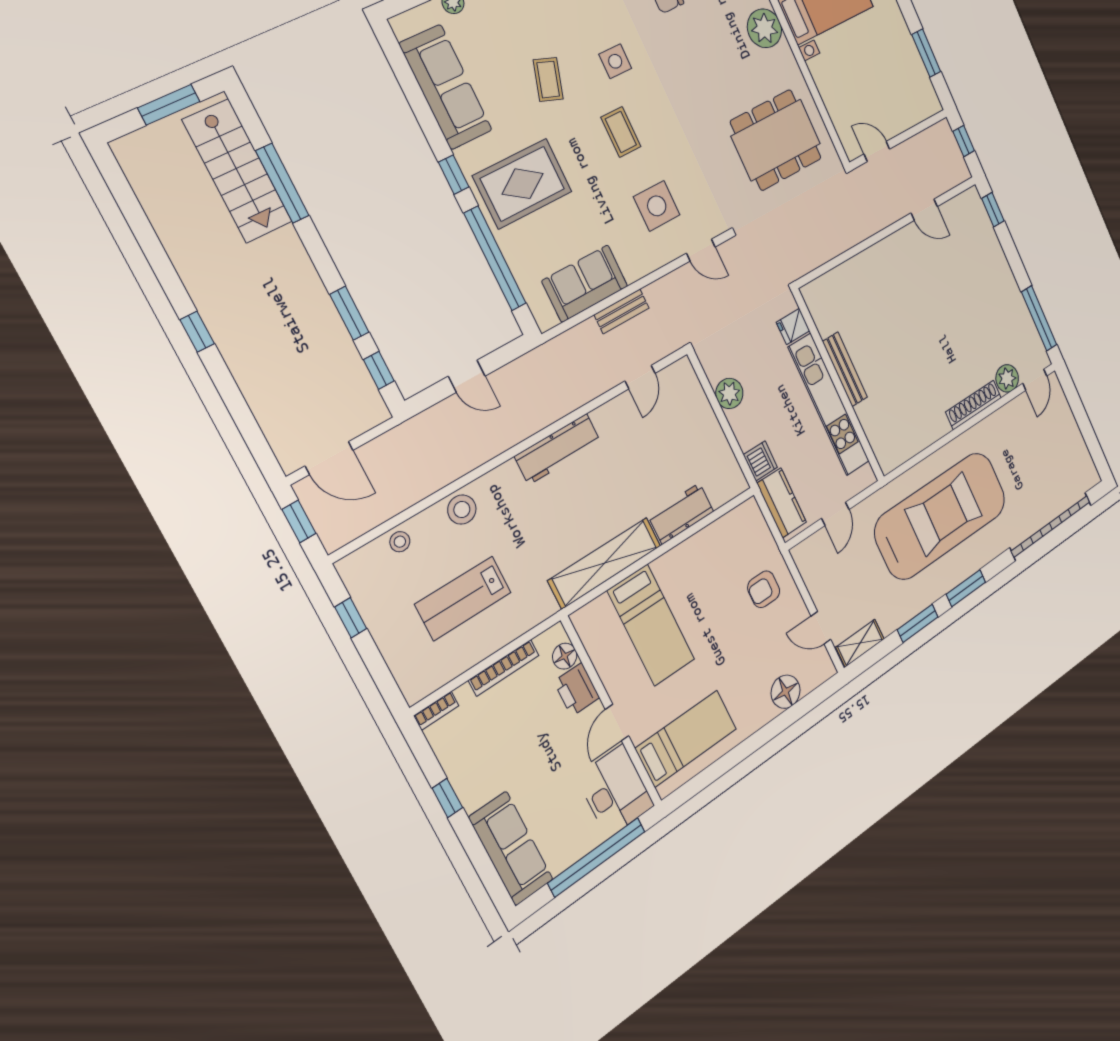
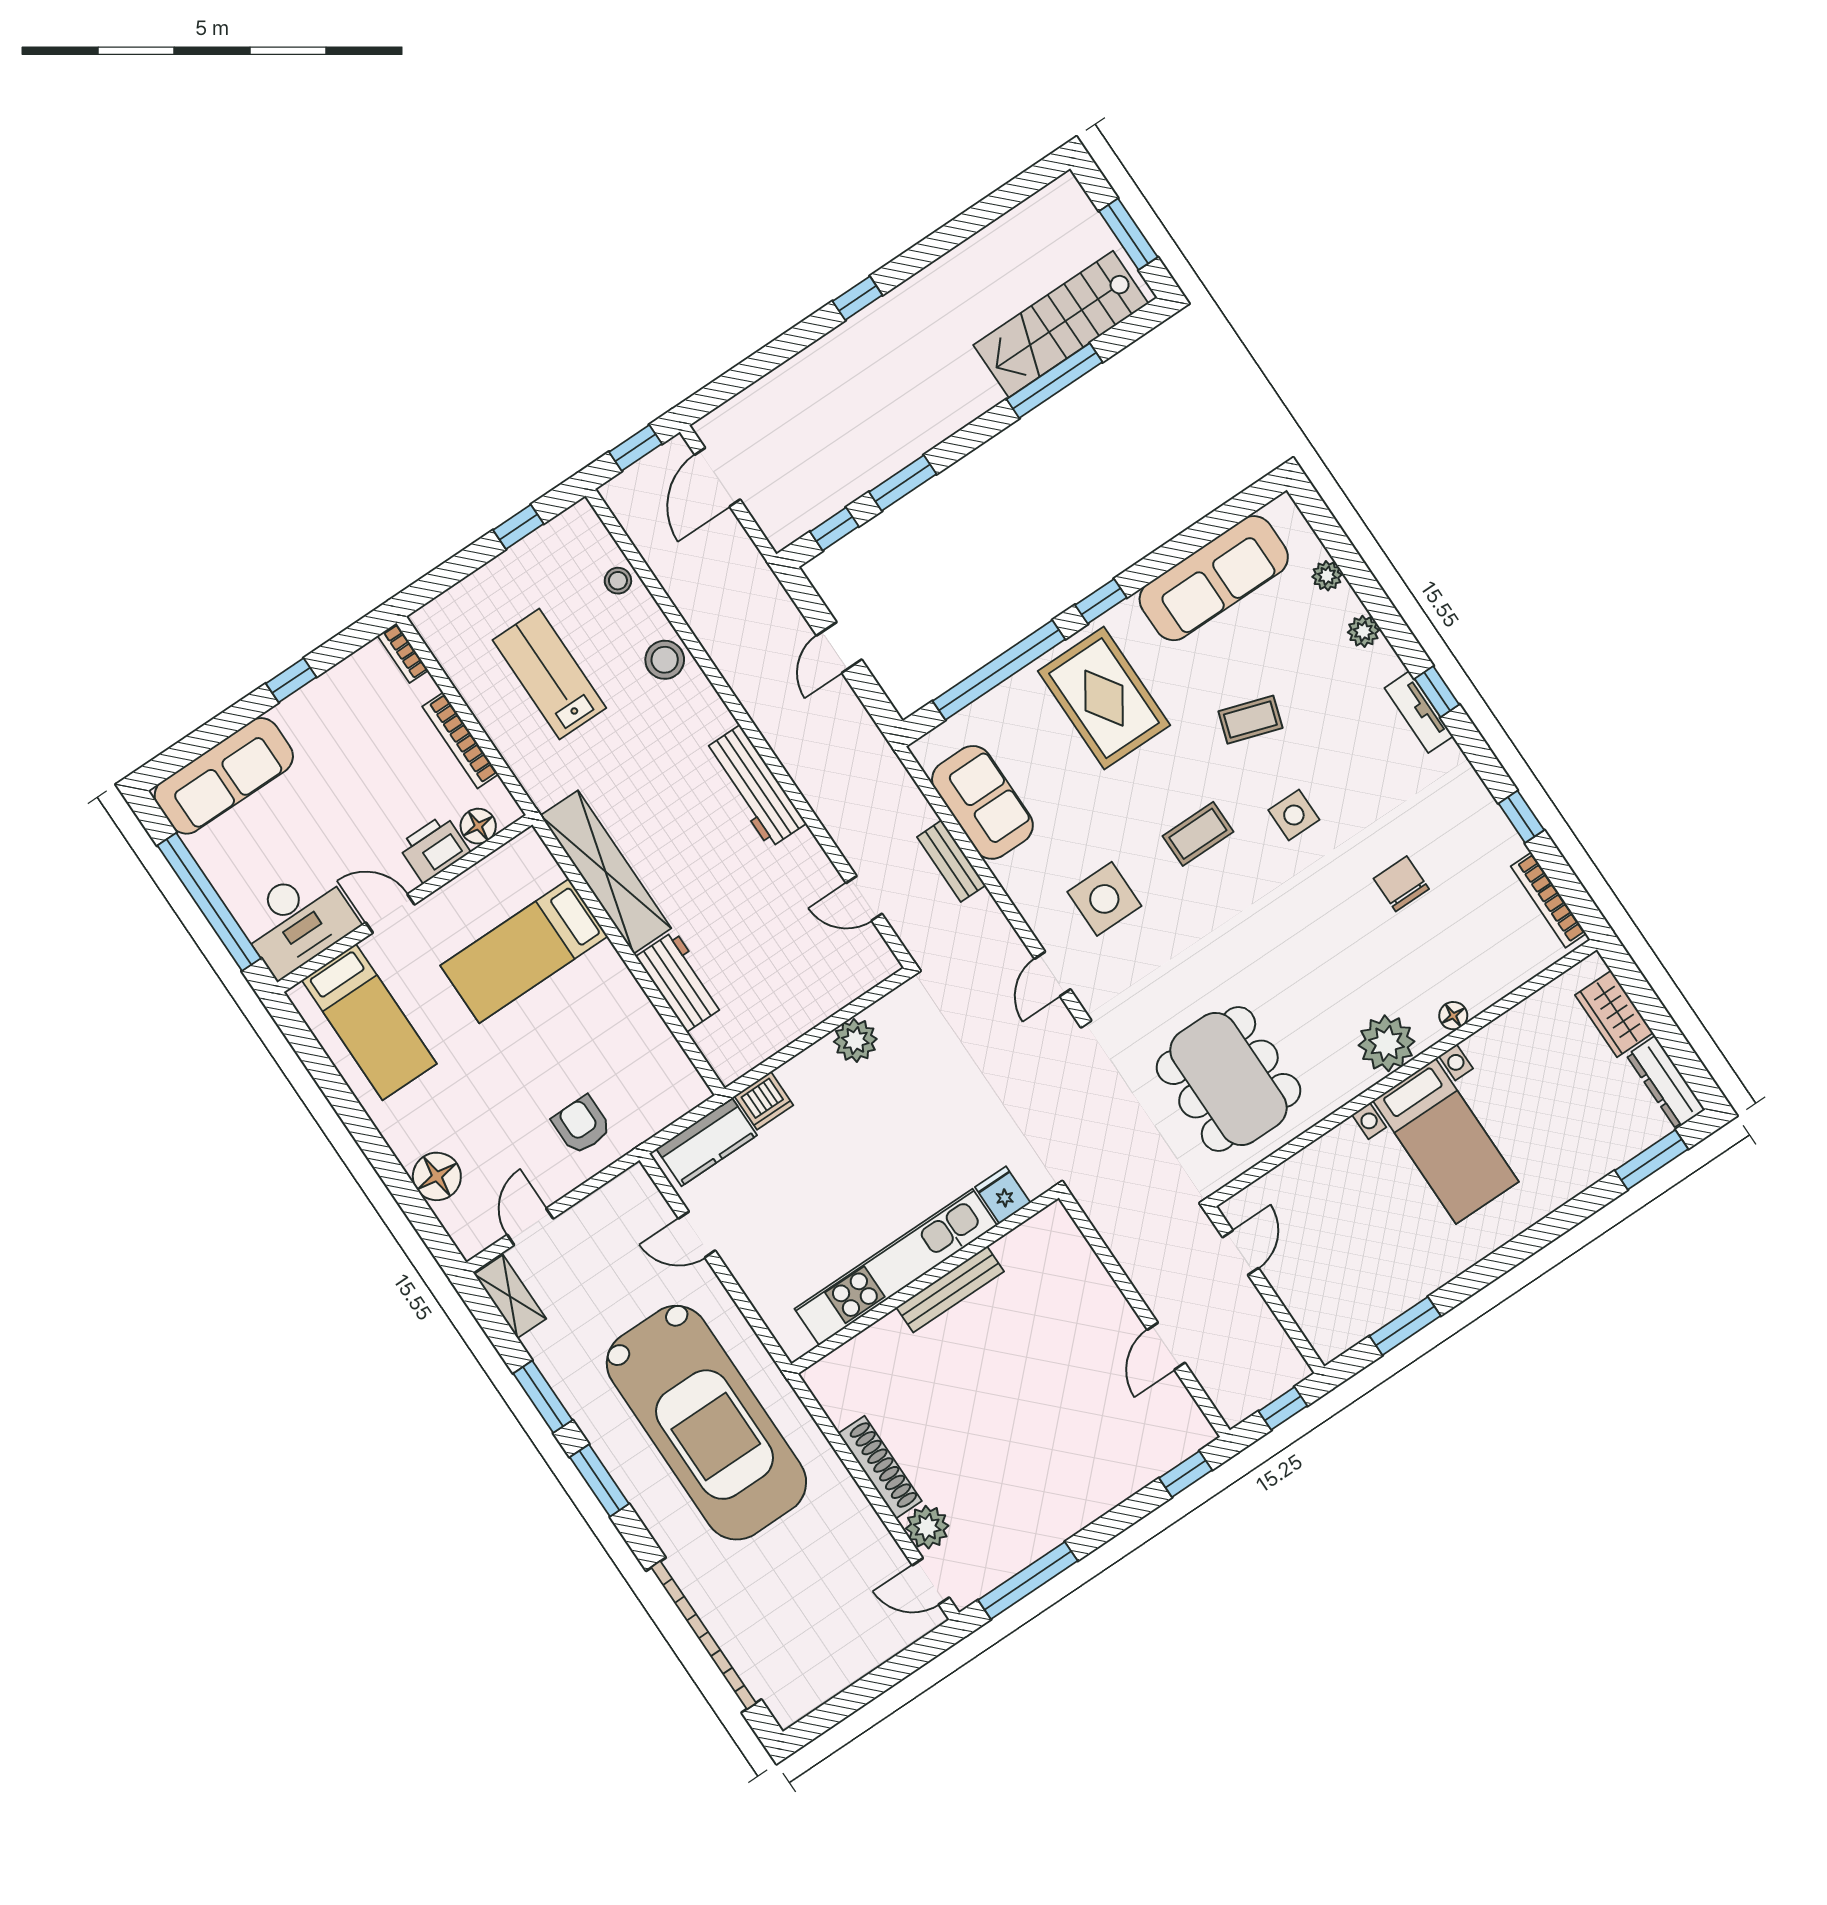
fridge: (793, 327) -> (1003, 1195), moved
bench: (845, 369) -> (950, 1289), moved
wall: (839, 386) -> (925, 1281), moved
kitchen unit: (829, 405) -> (896, 1267), moved

